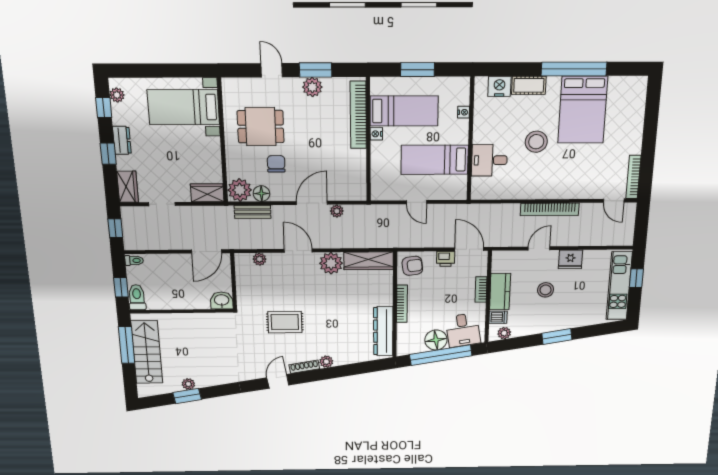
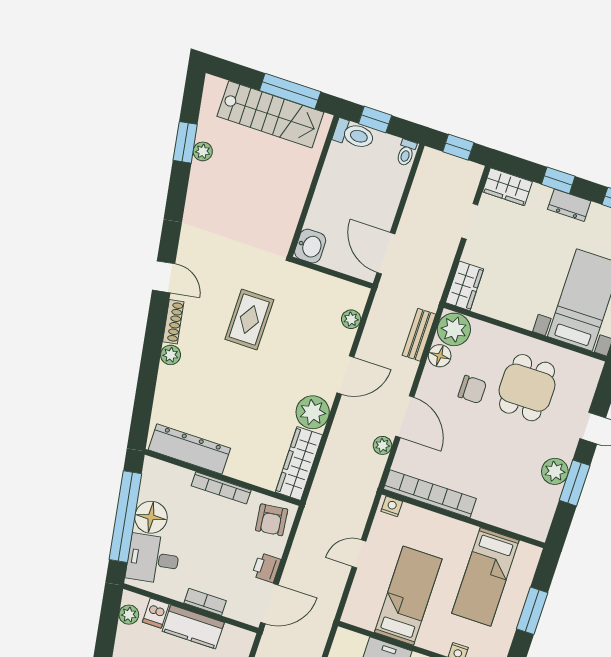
bookcase: (358, 115) -> (430, 494), moved
nightstand: (376, 134) -> (392, 506), moved

